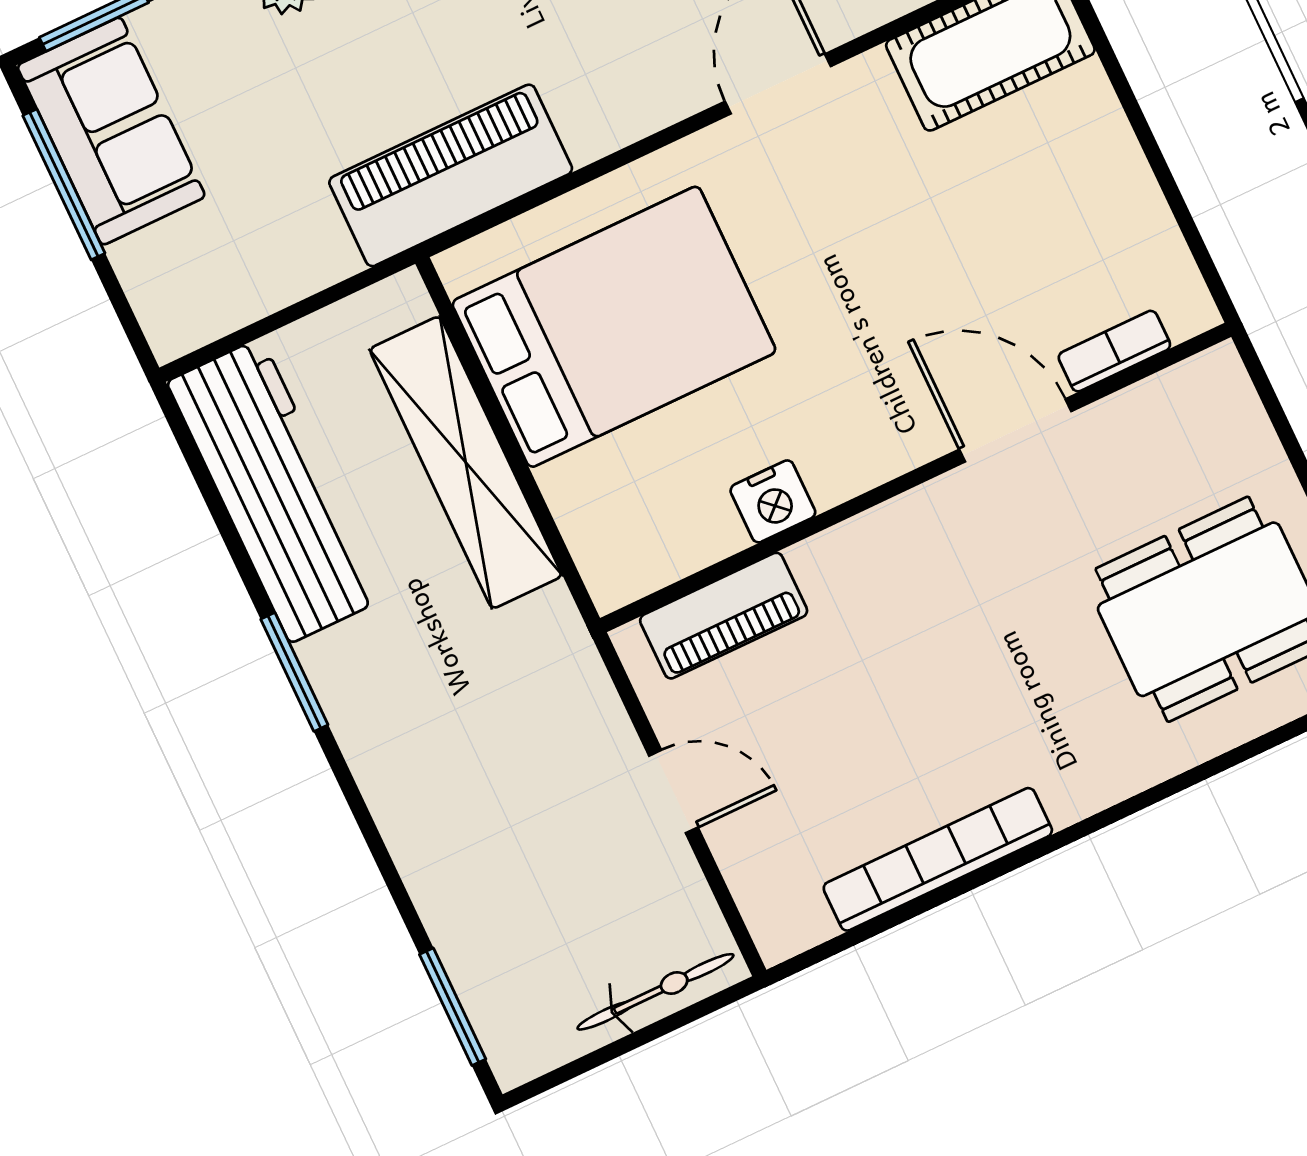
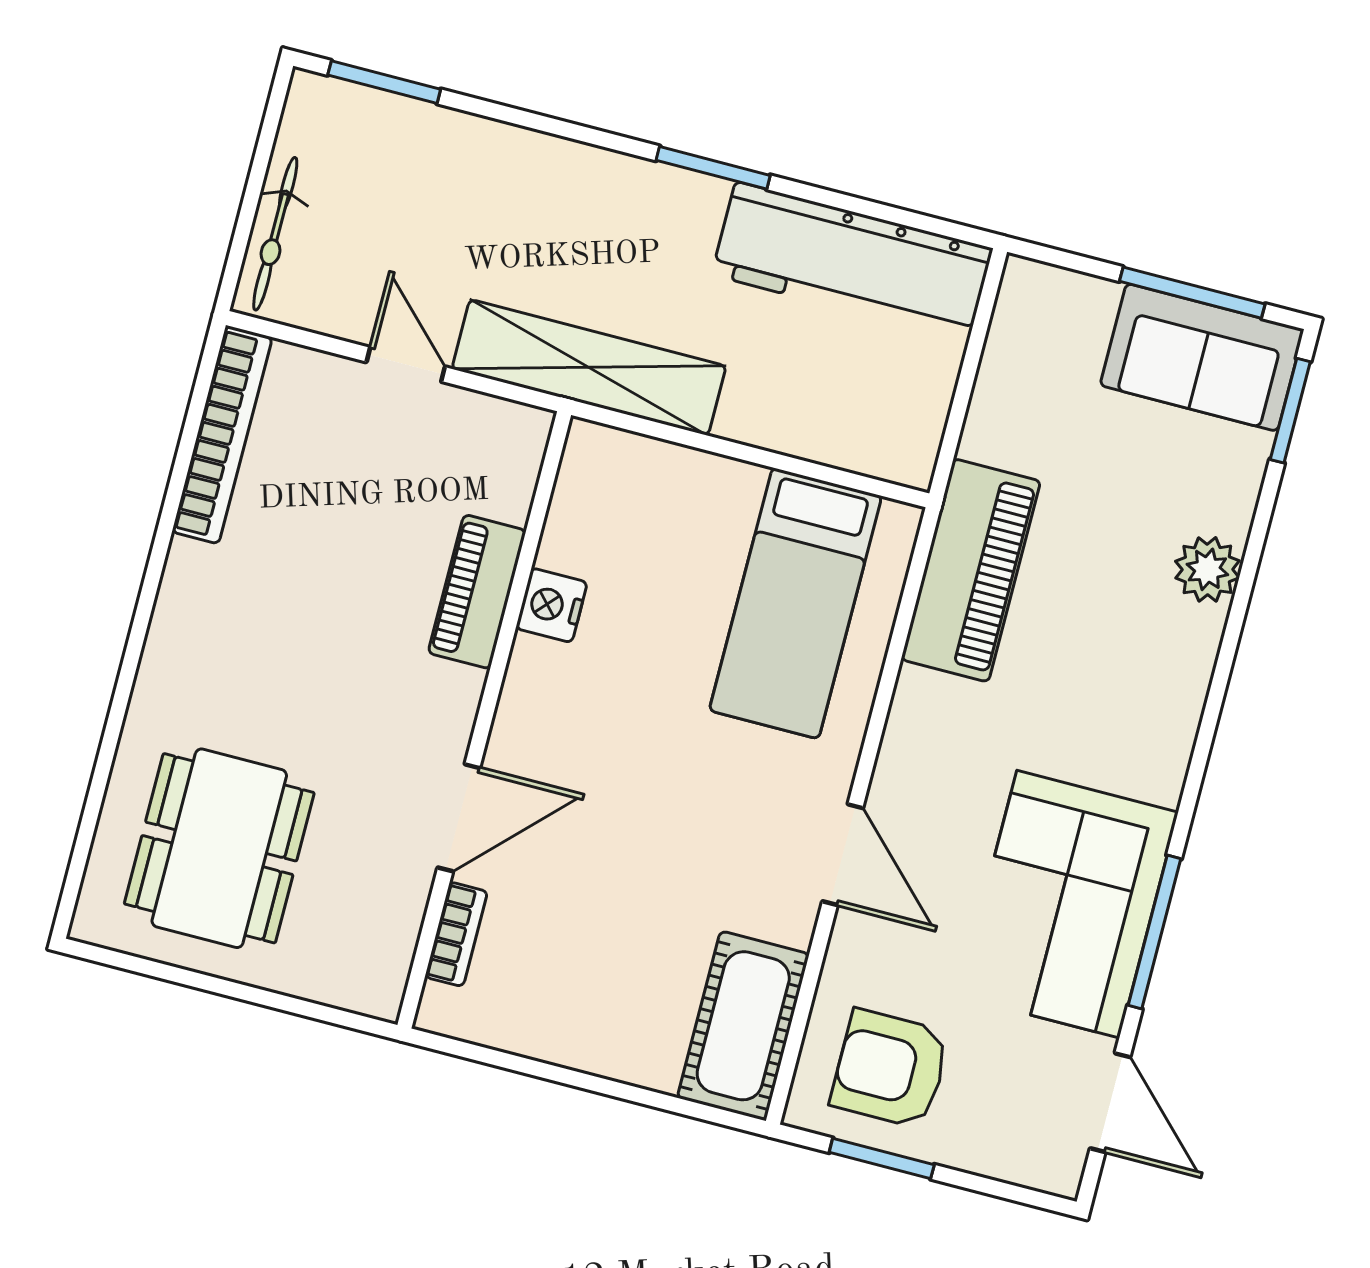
bed: (614, 327) -> (795, 603), width x0.67
shelving: (466, 462) -> (589, 367), moved
piano: (724, 616) -> (477, 592), moved
door: (673, 792) -> (406, 364), swing flipped
bookcase: (938, 859) -> (222, 435), moved

